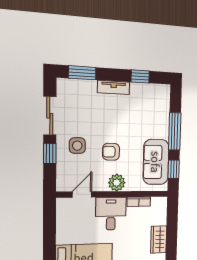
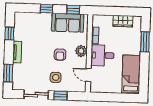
window: (175, 131) -> (47, 9), width x0.46

